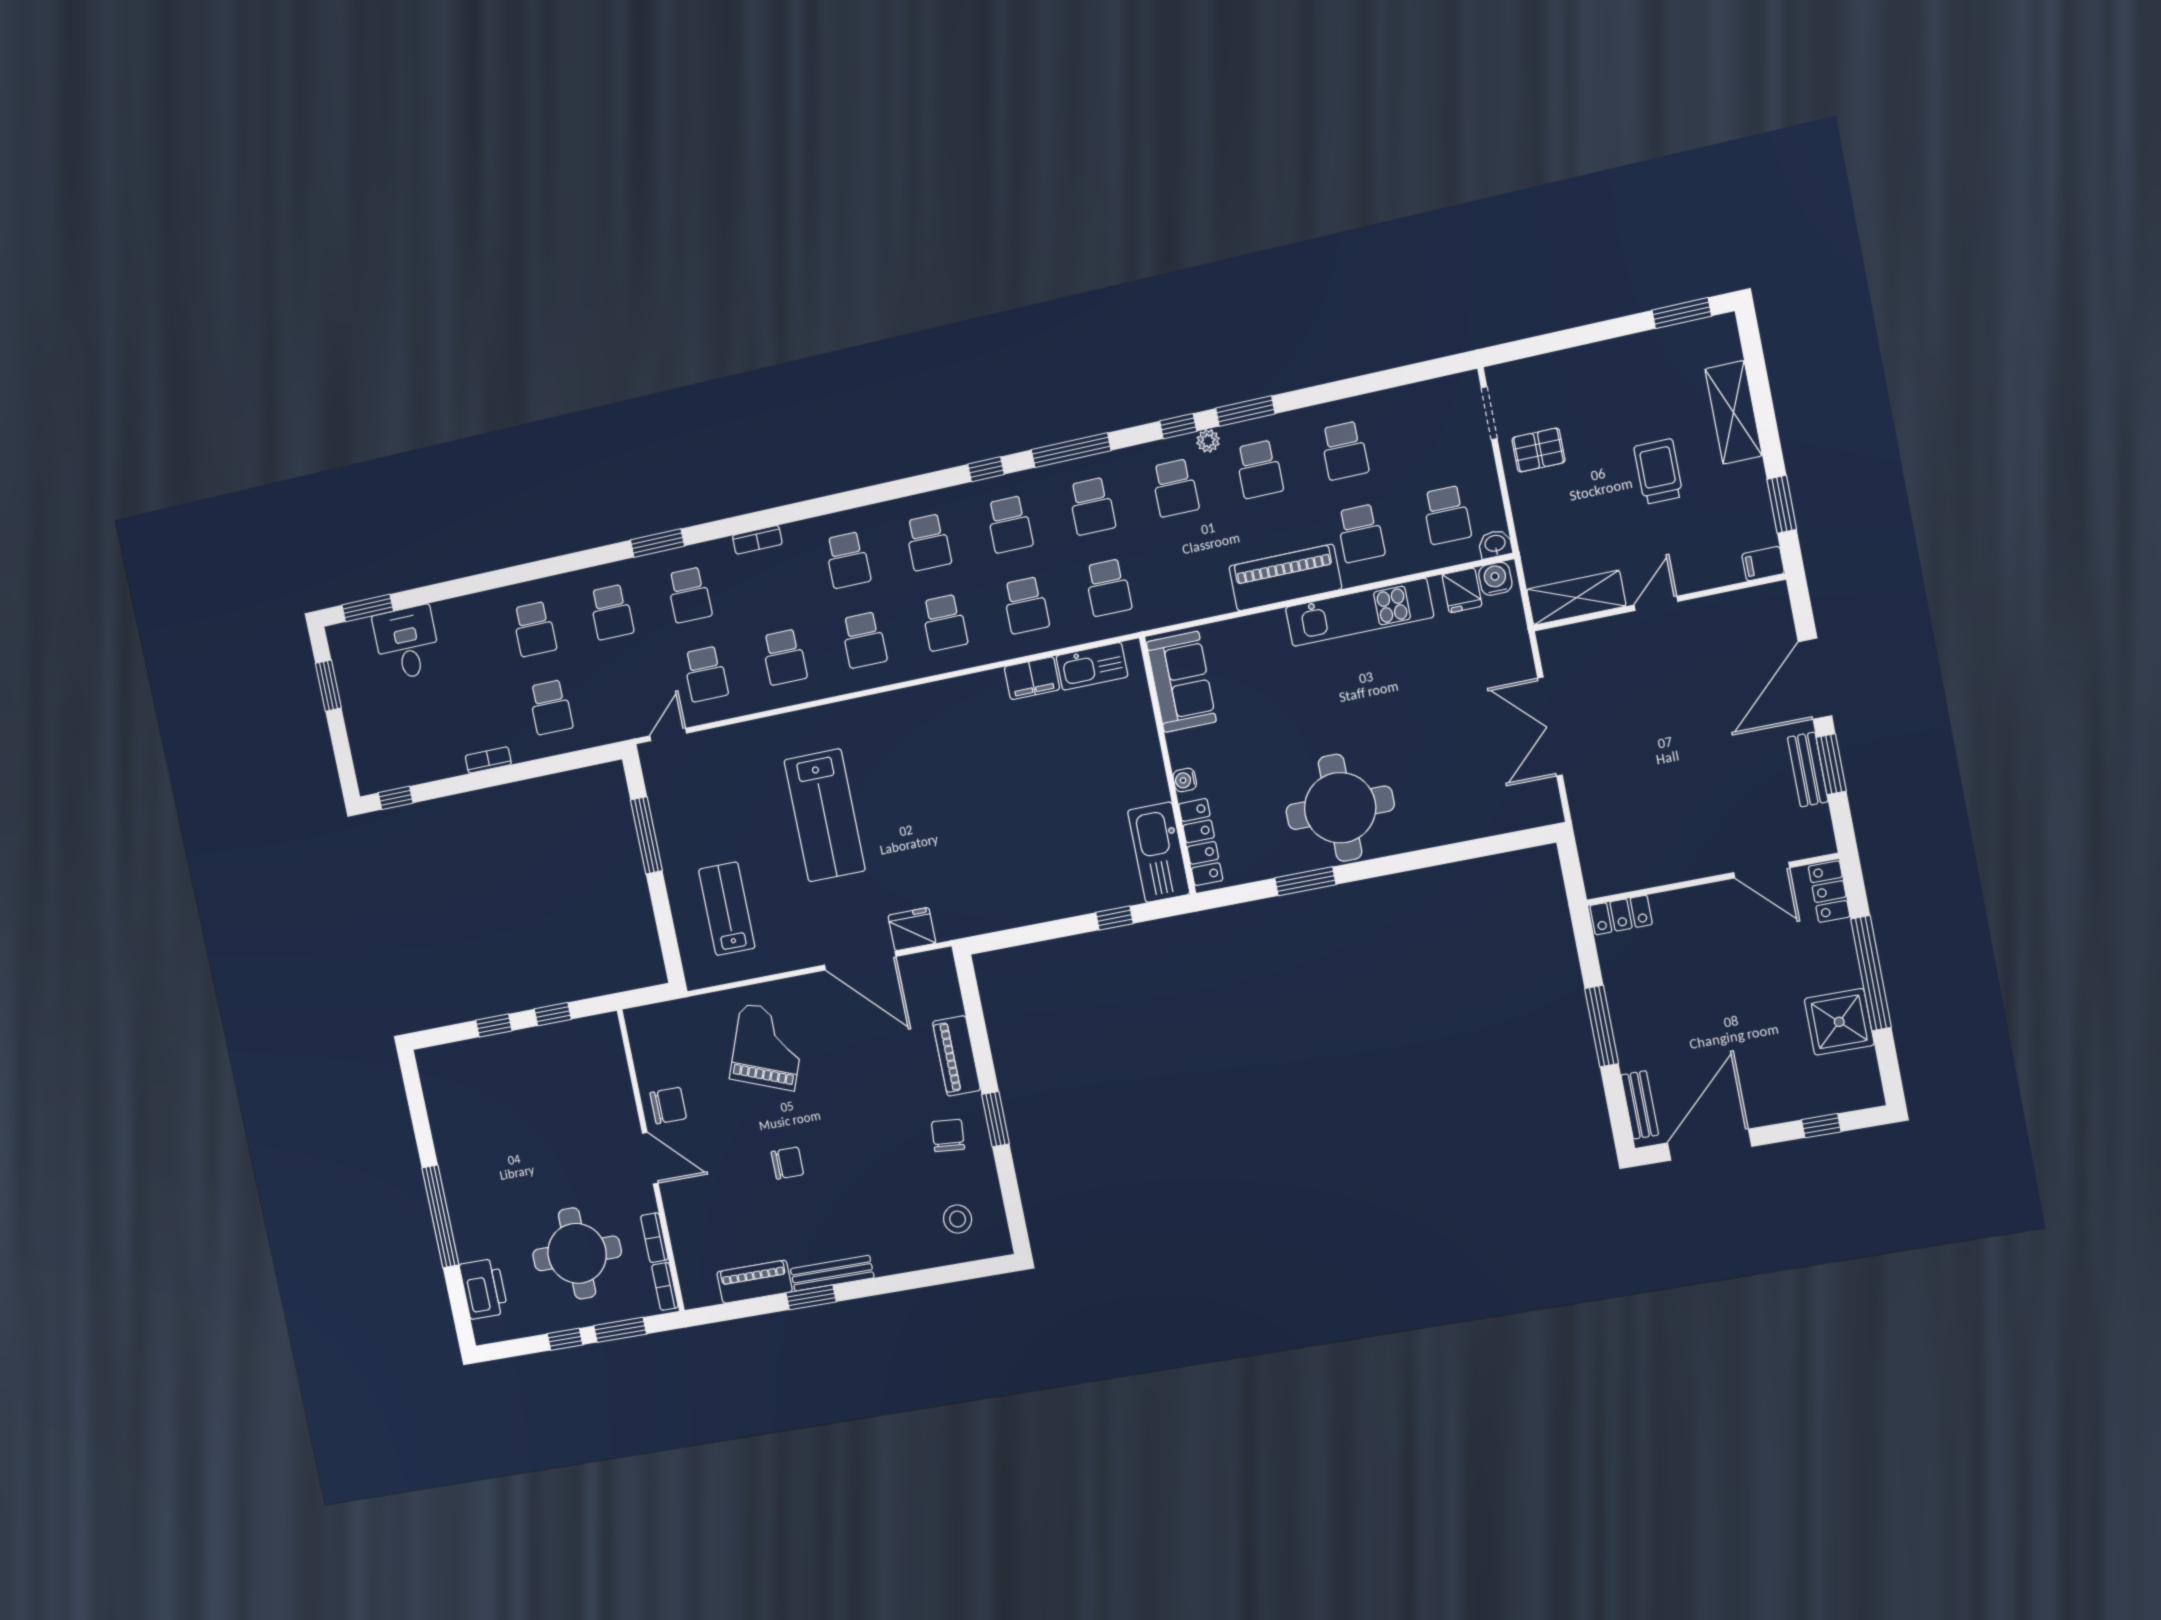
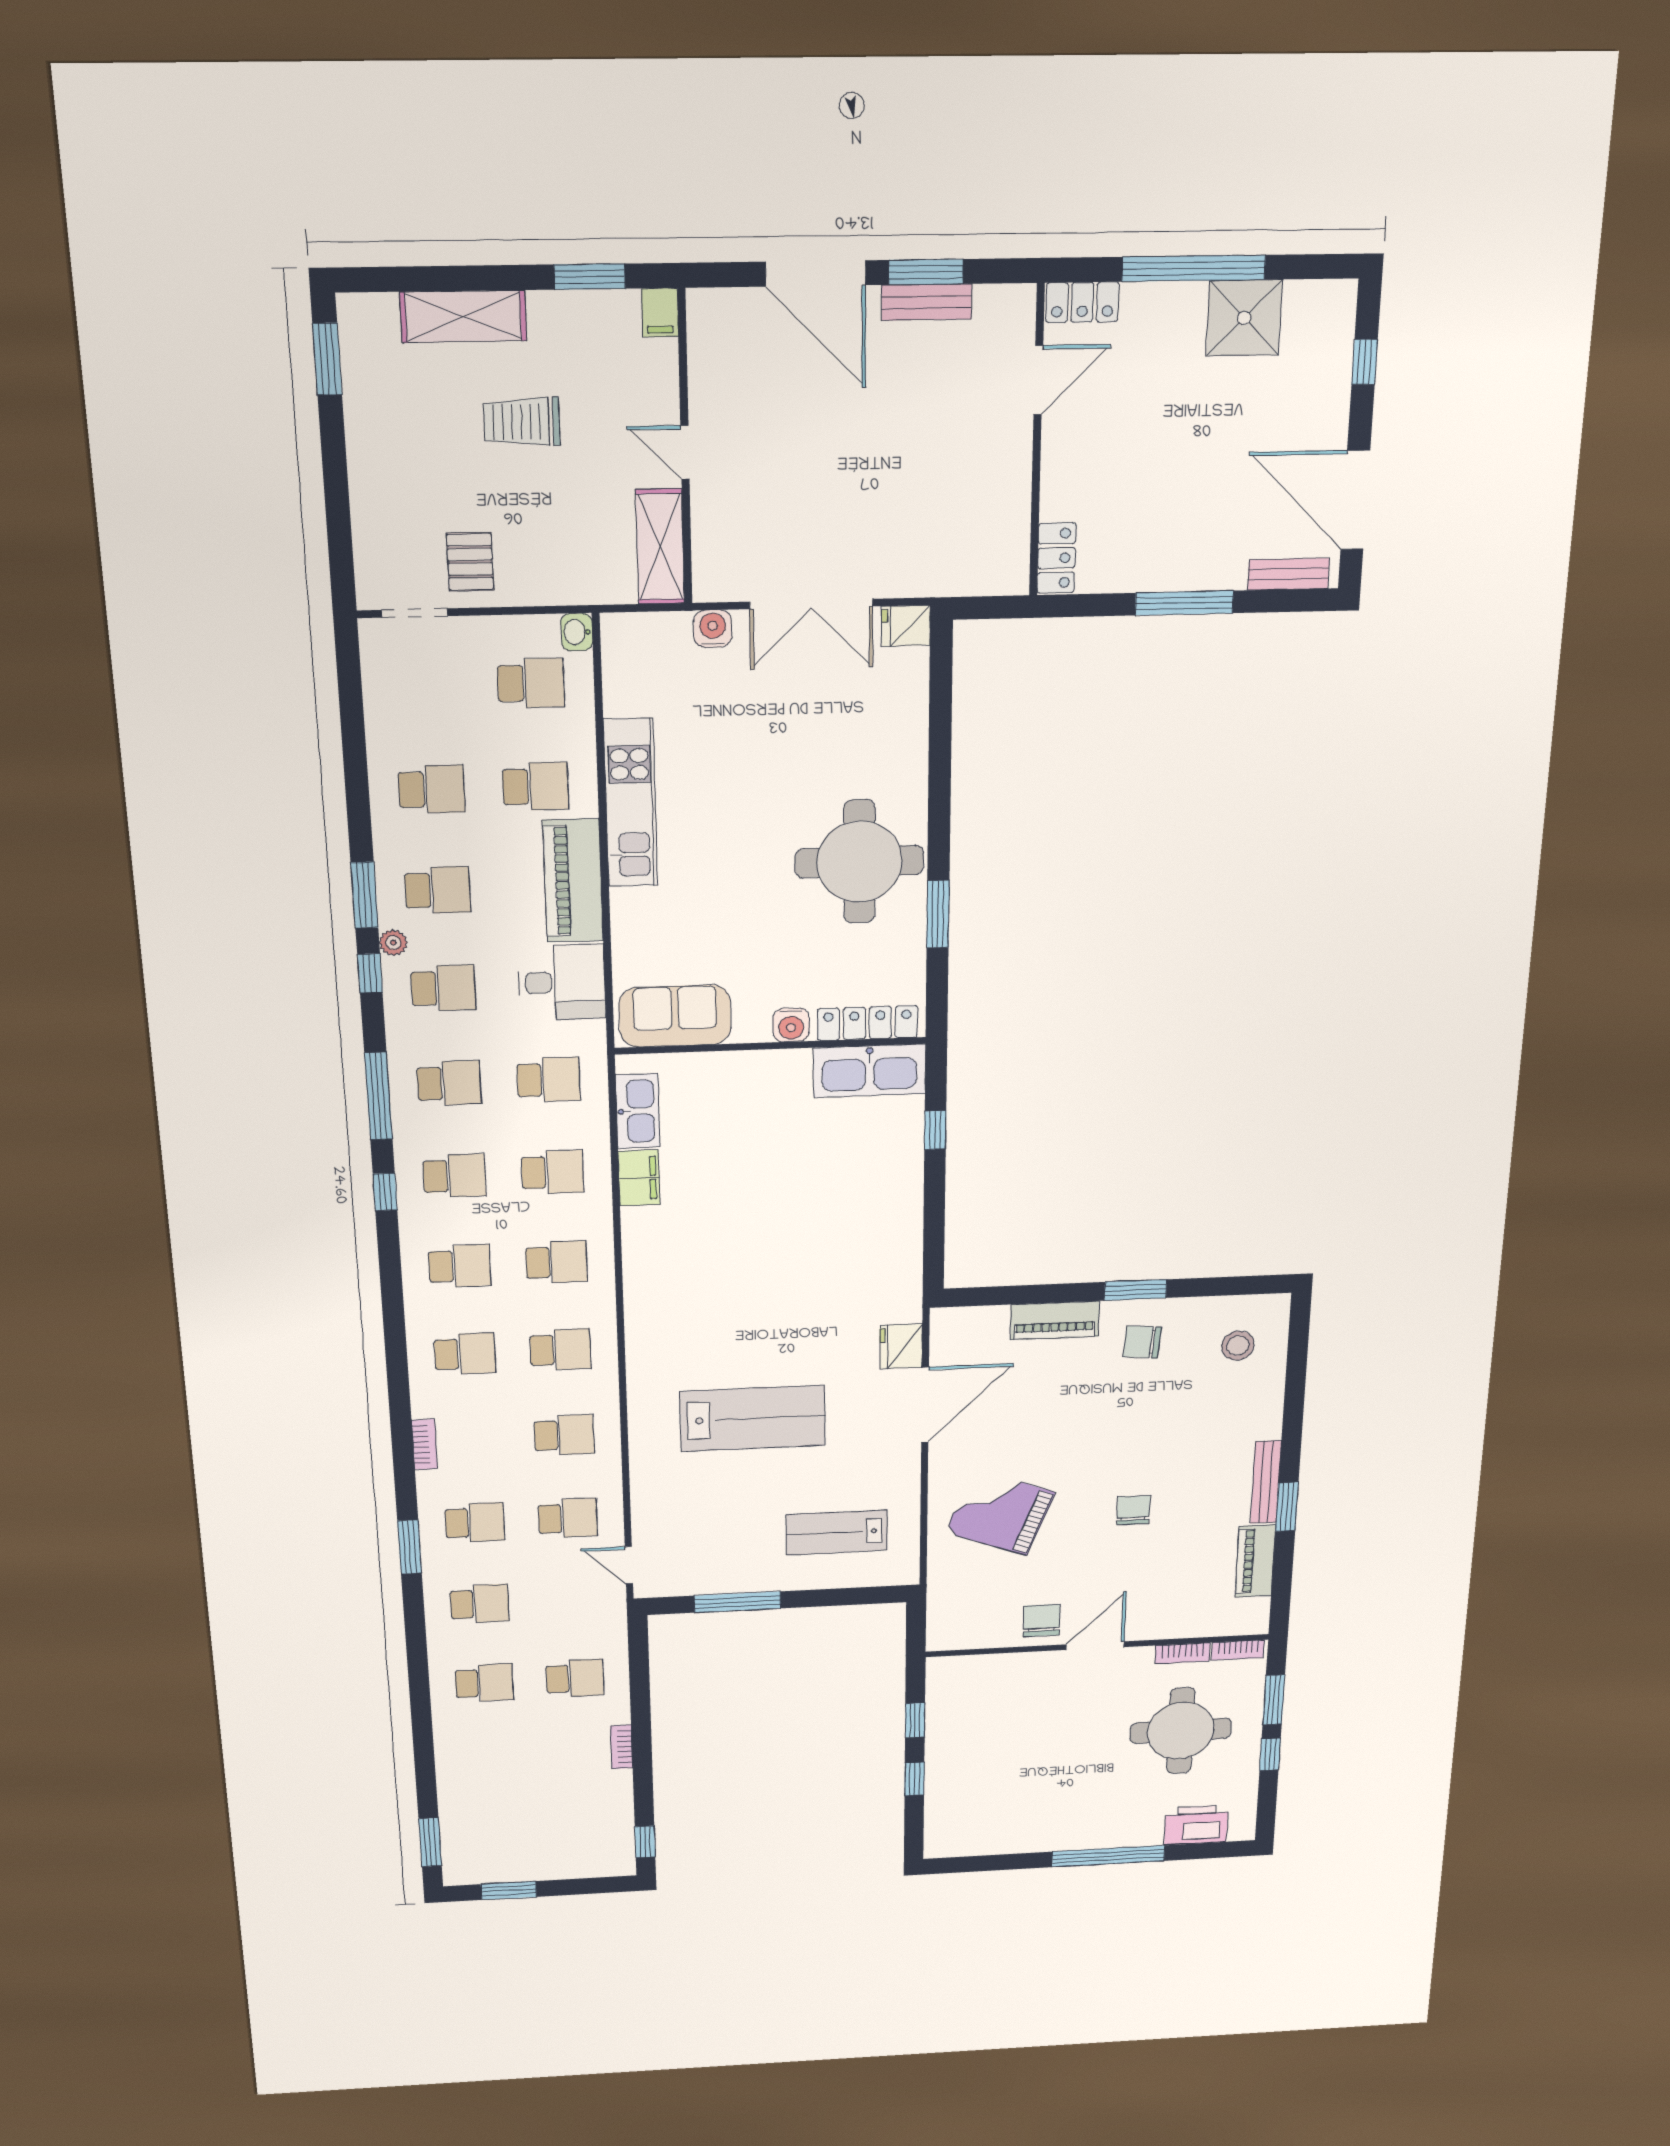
water cooler: (1495, 579) -> (713, 629), moved, turned 90
fridge: (1462, 590) -> (906, 626), moved, turned 180
desk: (407, 643) -> (562, 982), moved, turned 180
water cooler: (1185, 780) -> (791, 1025), width x1.38, depth x1.38

